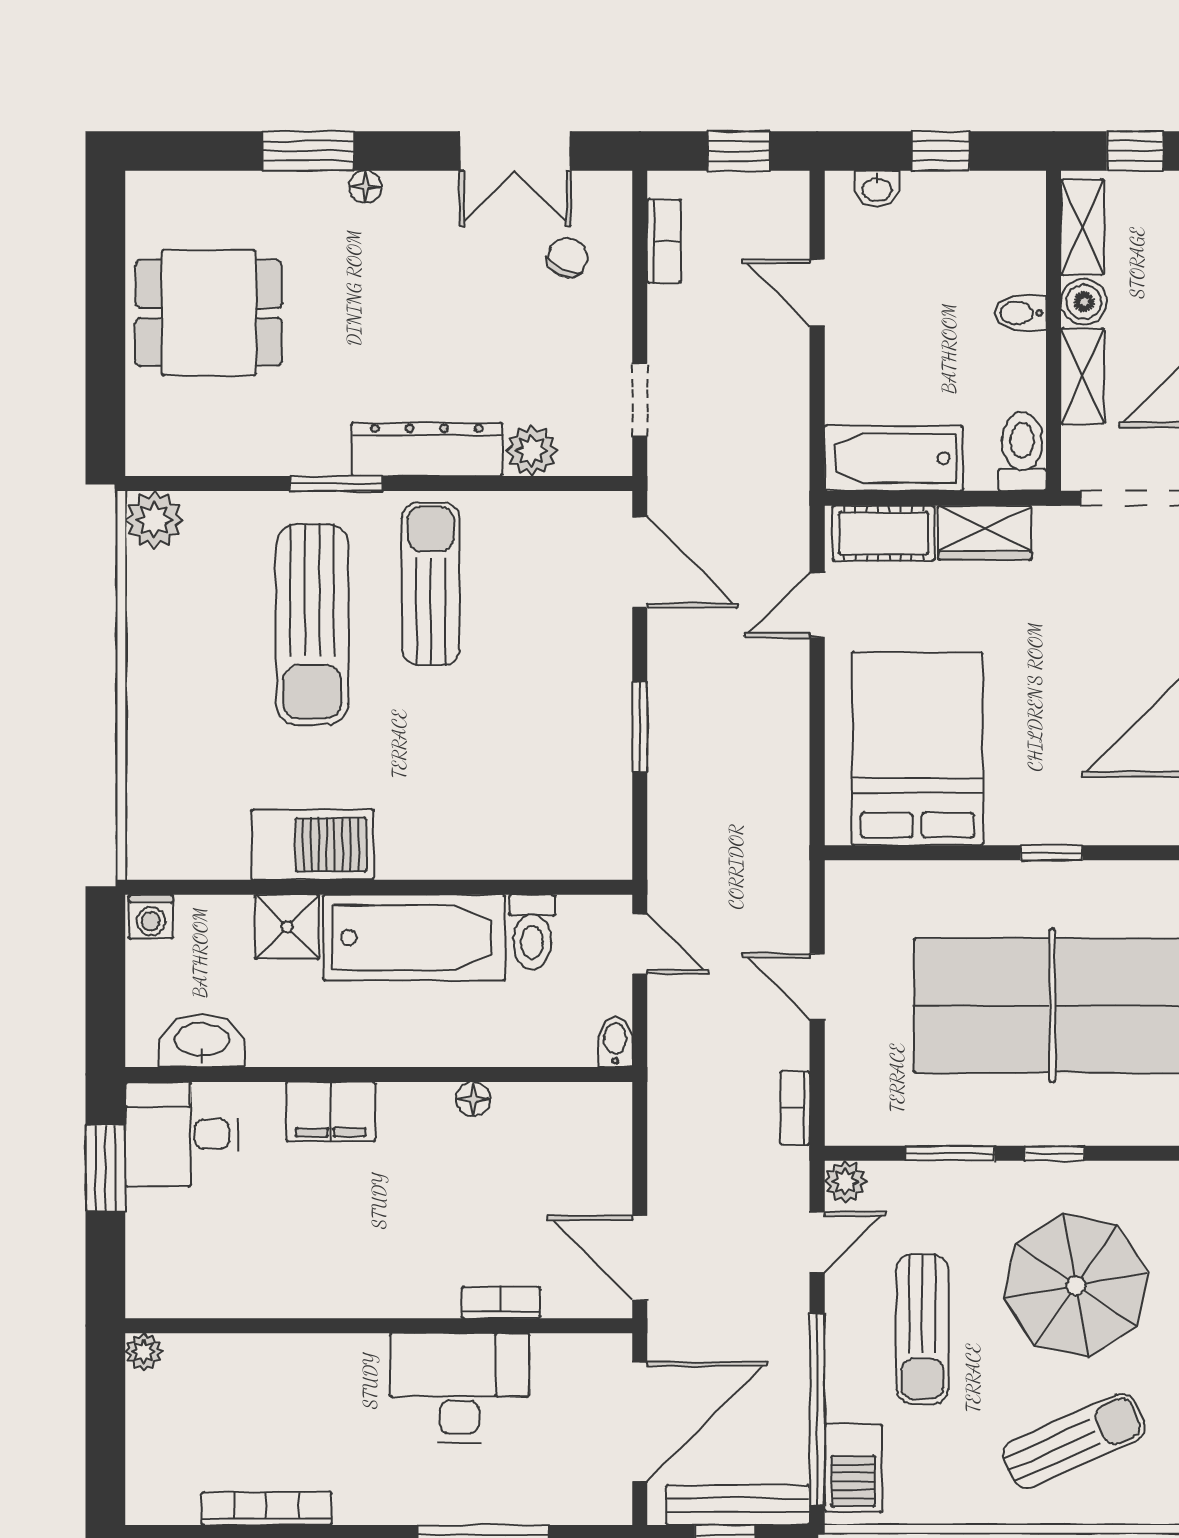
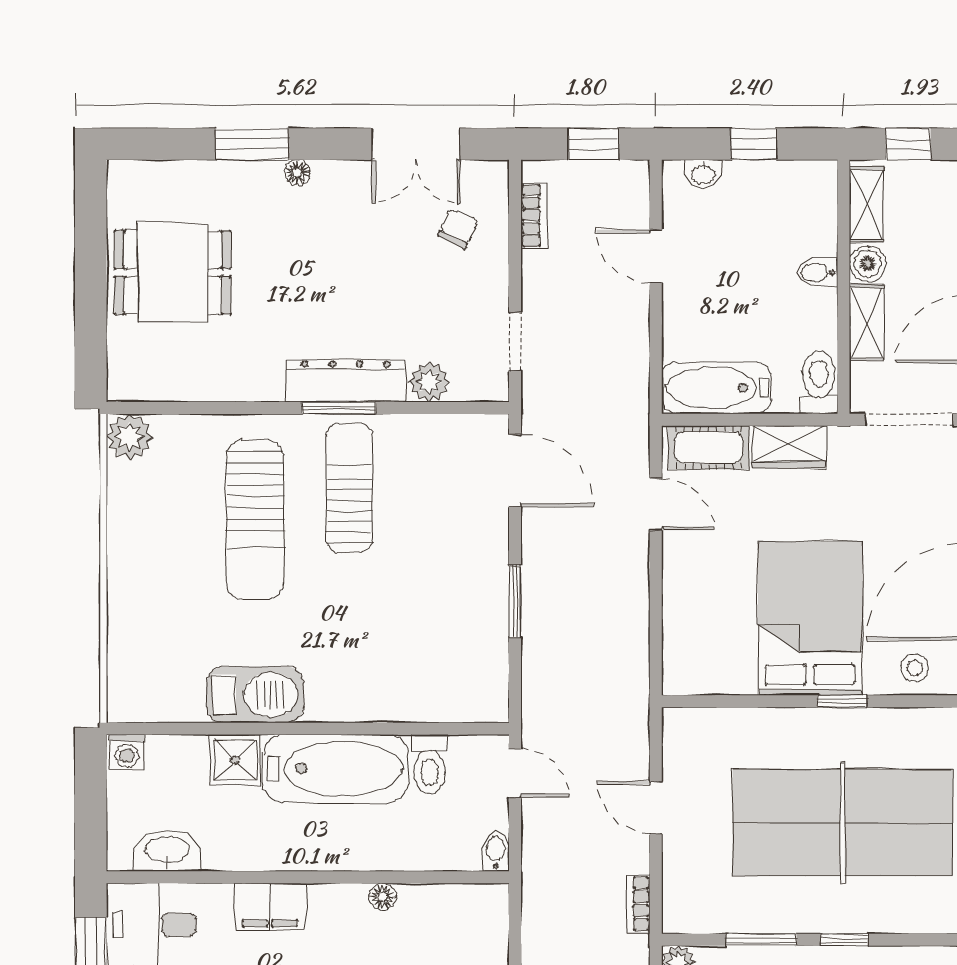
window: (337, 483) -> (339, 408), moved
door: (817, 605) -> (656, 504), swing flipped
bed: (917, 749) -> (810, 619), moved
stool: (1143, 811) -> (915, 668), added

